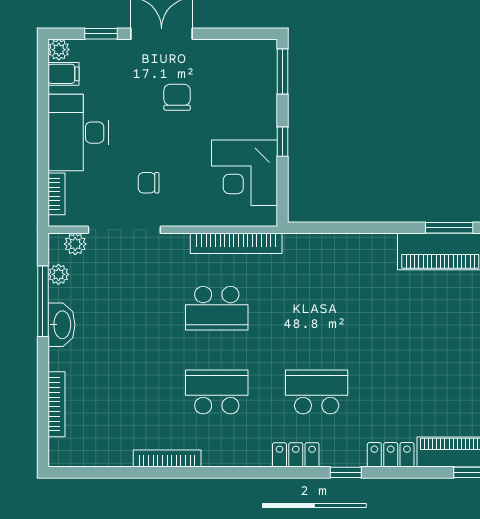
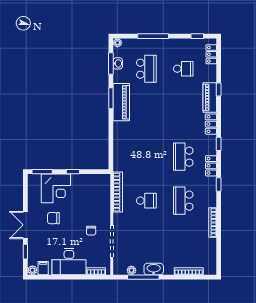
corner desk: (244, 173) -> (56, 188), moved
plant: (75, 244) -> (118, 263), removed
school desk: (217, 308) -> (146, 201), width x0.54
window: (254, 472) -> (219, 184), added

